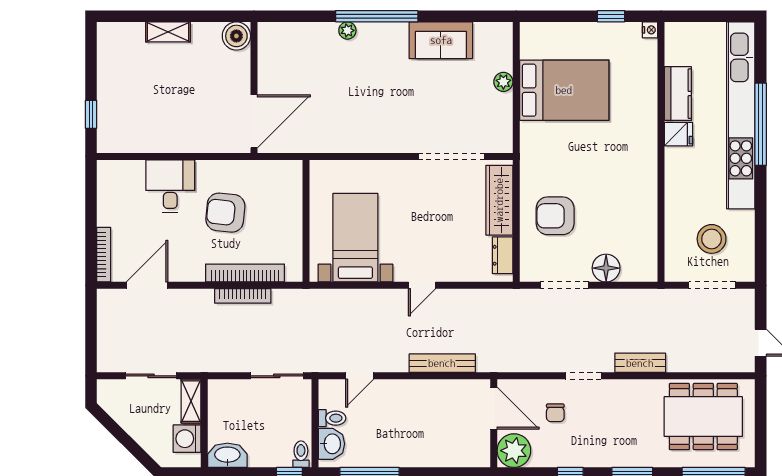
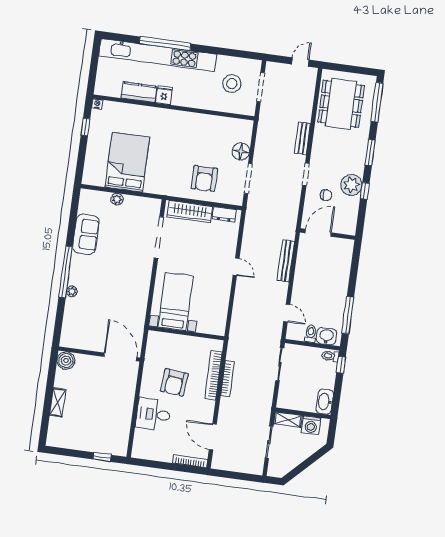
bed with nightstands: (355, 238) -> (176, 302), moved, turned 90
plant: (514, 451) -> (351, 185), moved

